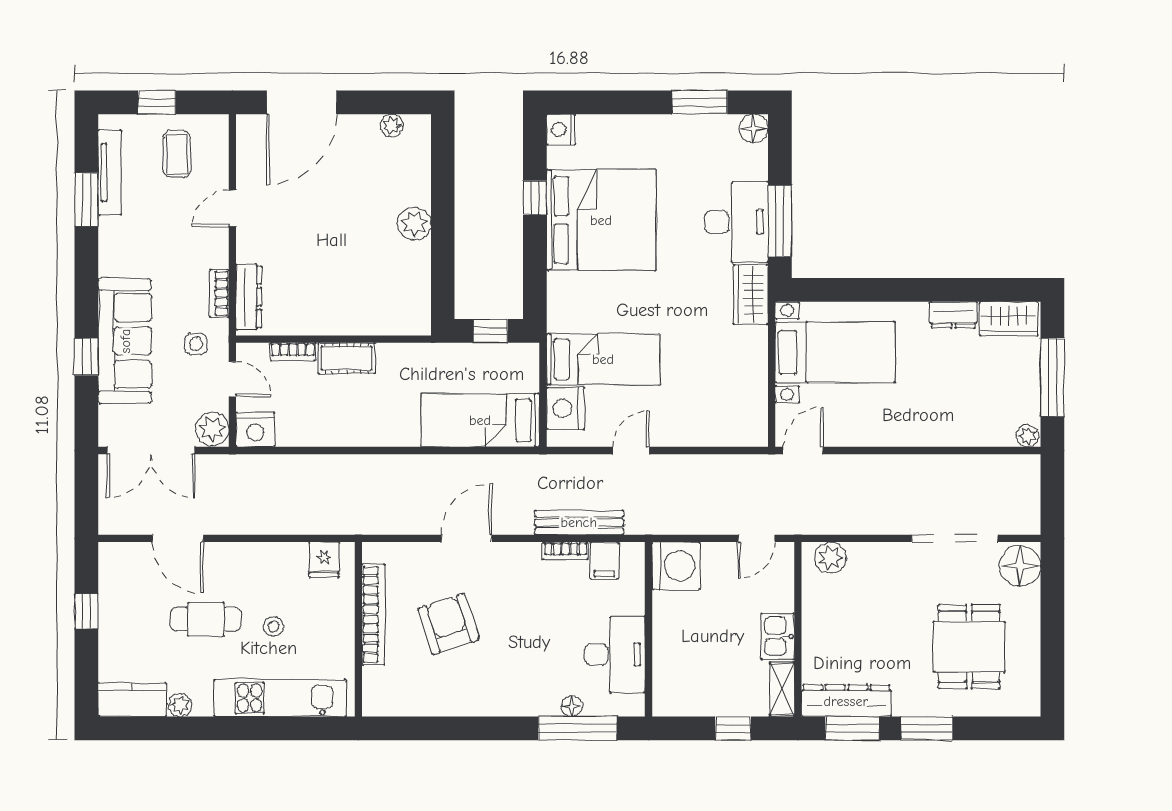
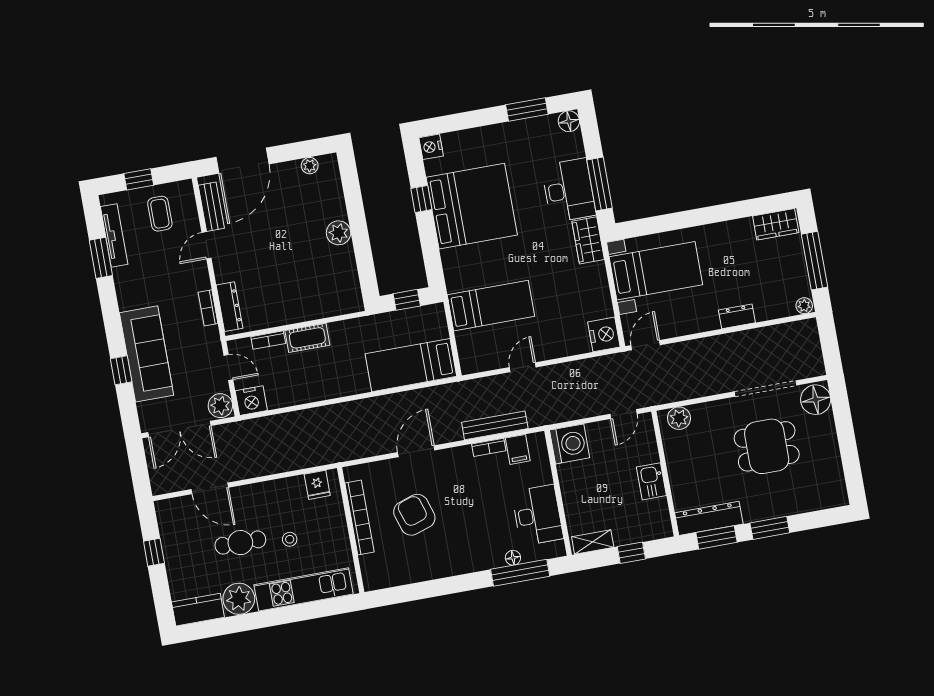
bench: (248, 157) -> (211, 207), added
dresser: (954, 315) -> (737, 316), moved, turned 180
side table: (196, 344) -> (198, 347), removed
nightstand: (565, 408) -> (604, 334), moved, turned 180
dining table: (969, 647) -> (767, 446), moved, turned 90
shelving: (782, 689) -> (593, 542), moved, turned 90
plant: (180, 705) -> (239, 599), width x1.87, depth x1.87

